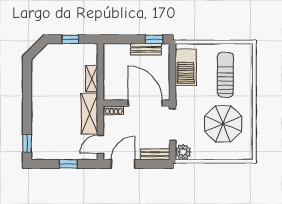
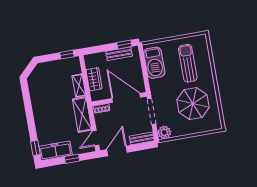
window: (70, 39) -> (67, 55), moved
wardrobe: (111, 74) -> (94, 79), added
freezer: (50, 151) -> (55, 151), added

